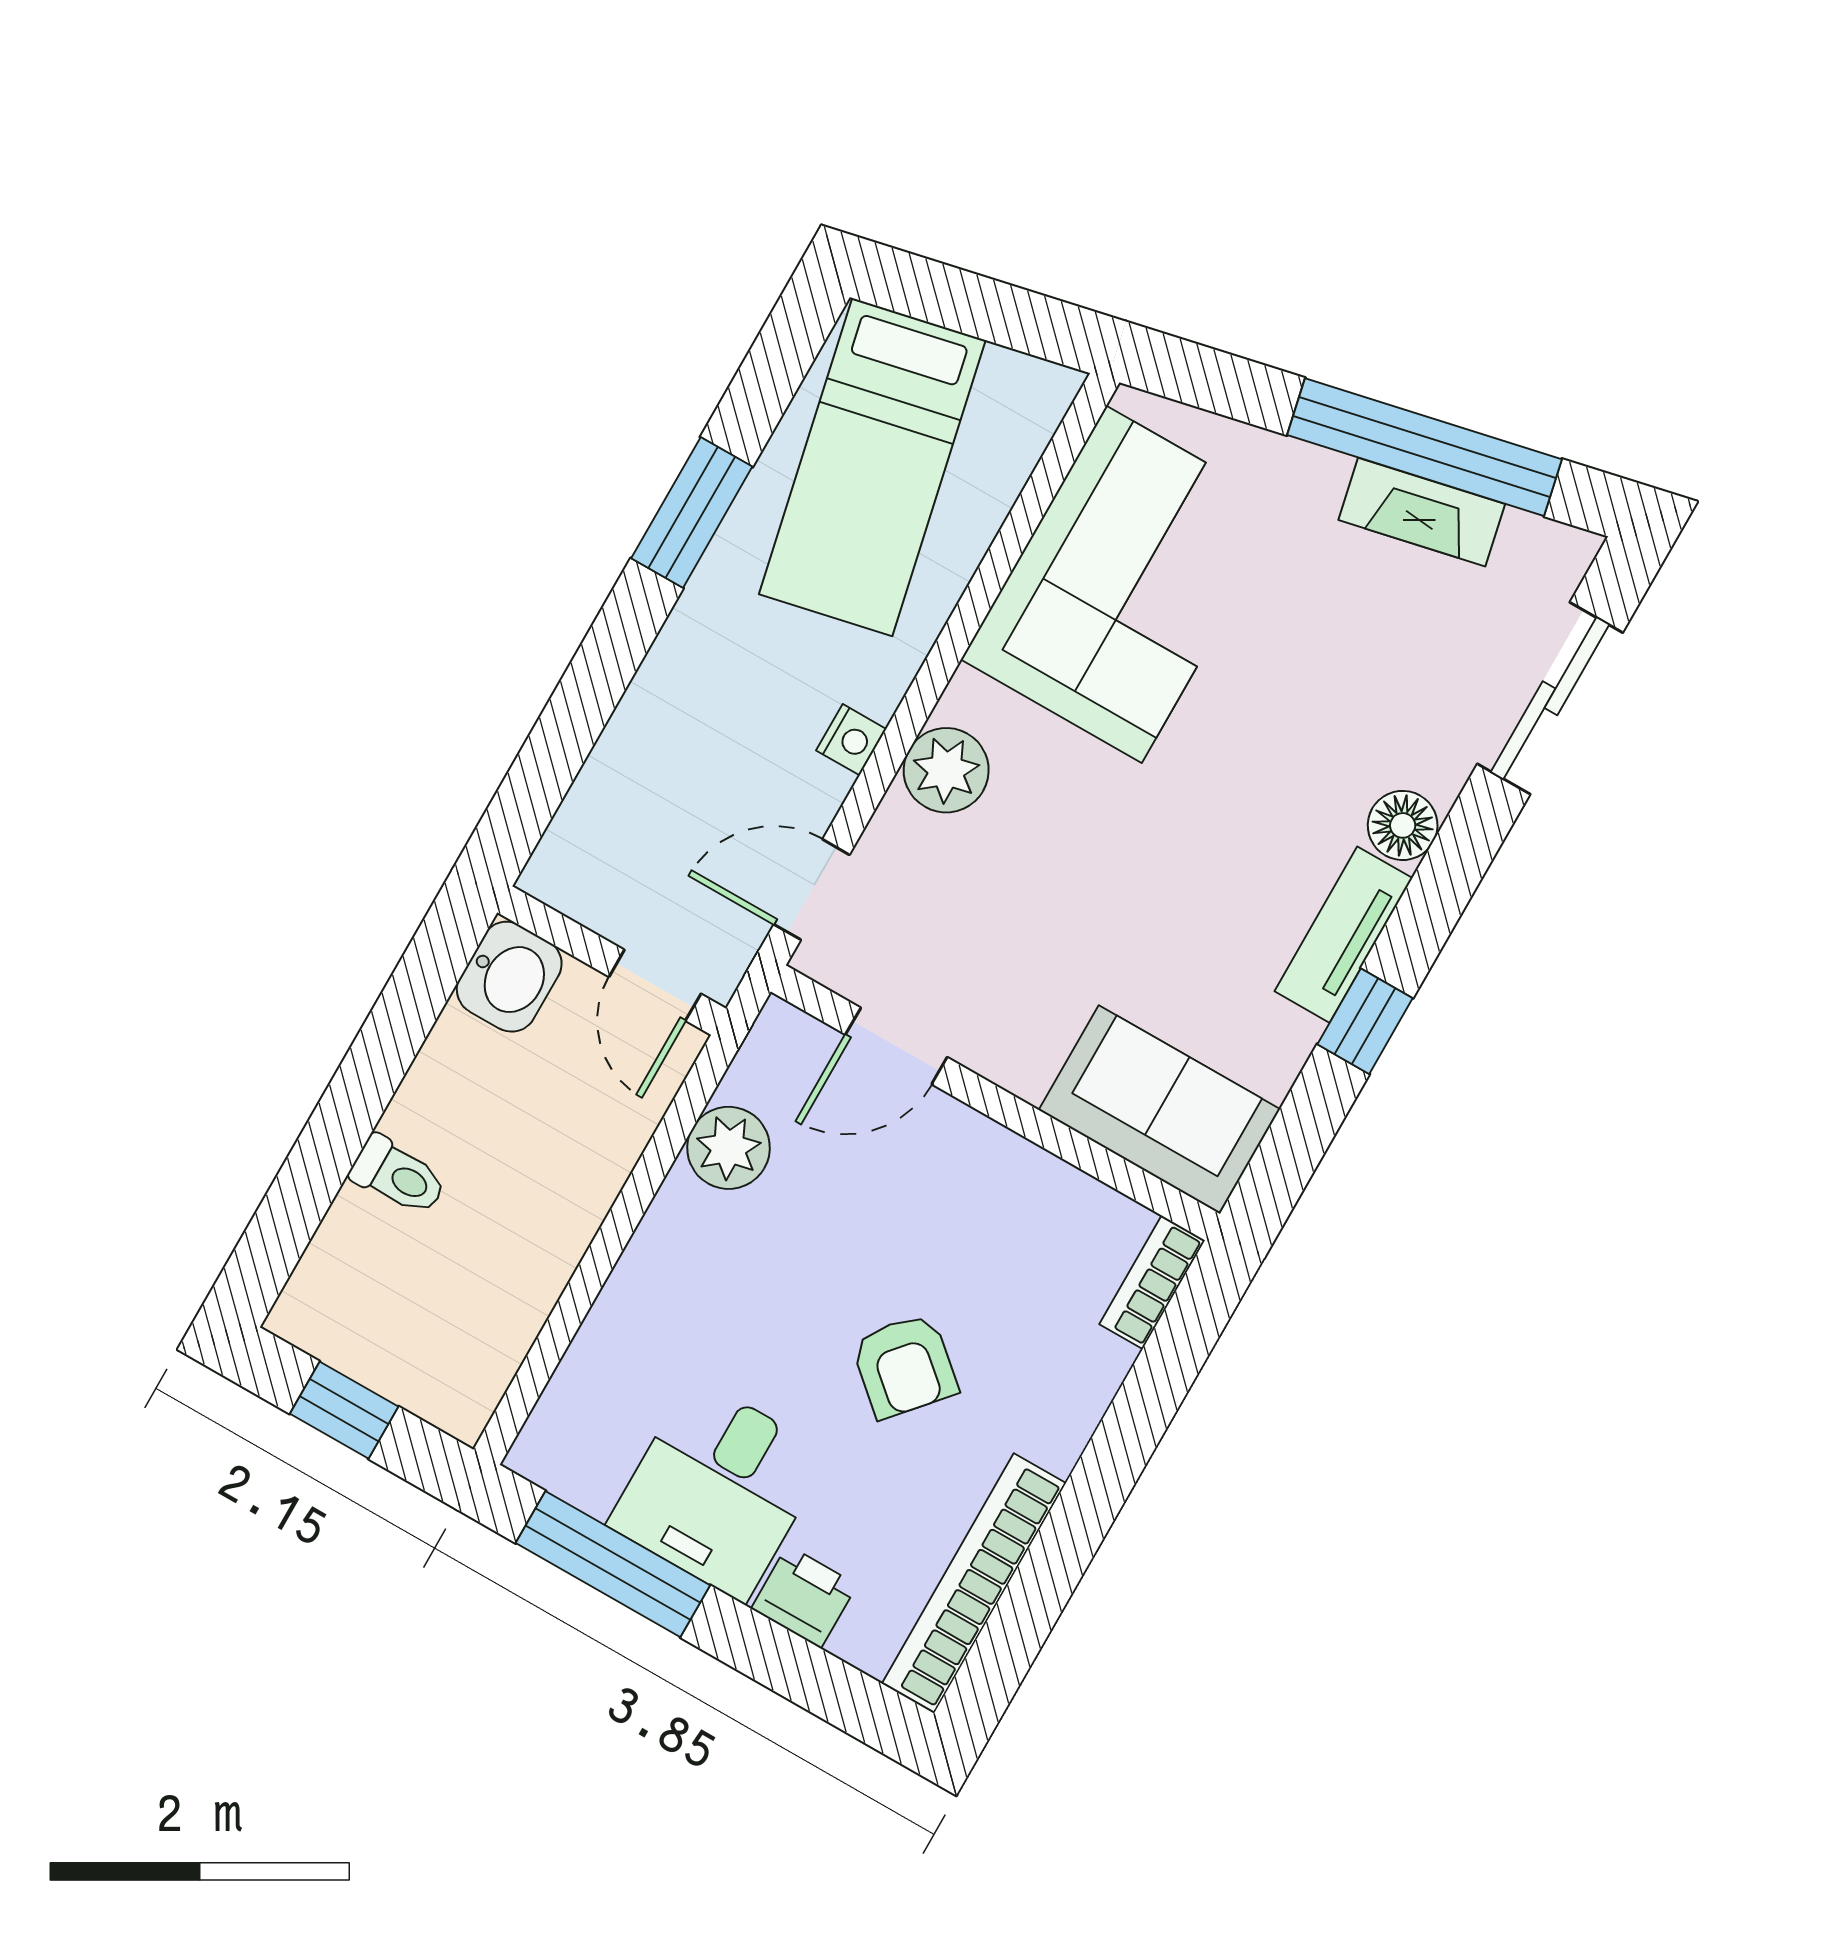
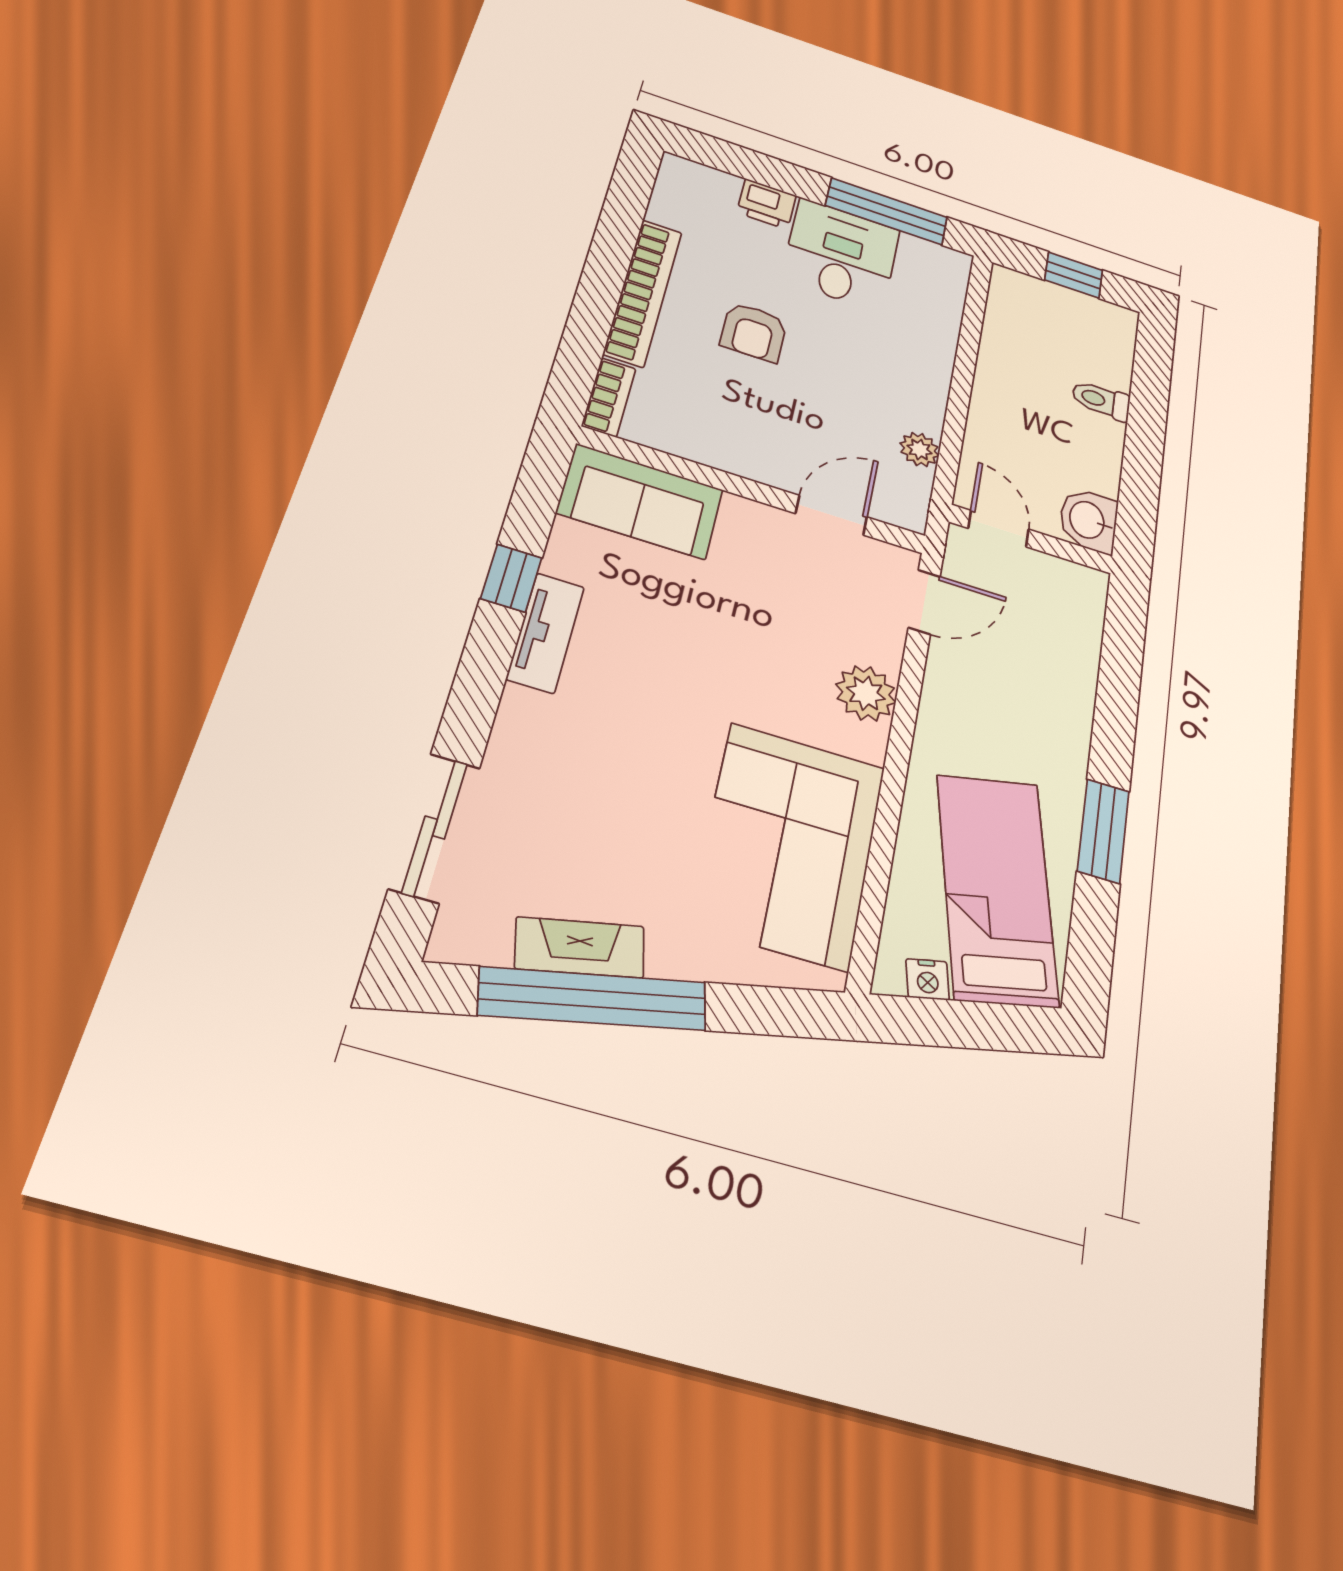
nightstand: (851, 740) -> (928, 979), moved, turned -102
floor lamp: (1403, 825) -> (524, 715), removed
plant: (728, 1148) -> (919, 449), width x0.73, depth x0.73
armchair: (905, 1366) -> (754, 332), turned -131
bookcase: (974, 1583) -> (643, 292), moved

